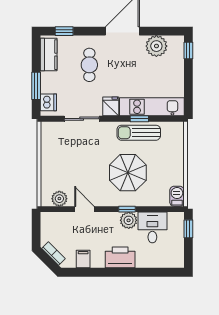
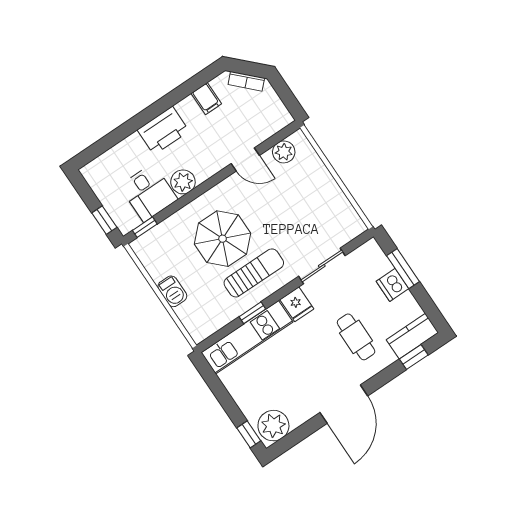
plant: (156, 46) -> (273, 426), moved
kitchen counter: (49, 55) -> (412, 336), moved, turned 90
dishwasher: (48, 102) -> (393, 285), moved
sun lounger: (139, 133) -> (254, 273), moved
barbecue: (177, 196) -> (172, 291), moved
window: (127, 209) -> (145, 227), moved

